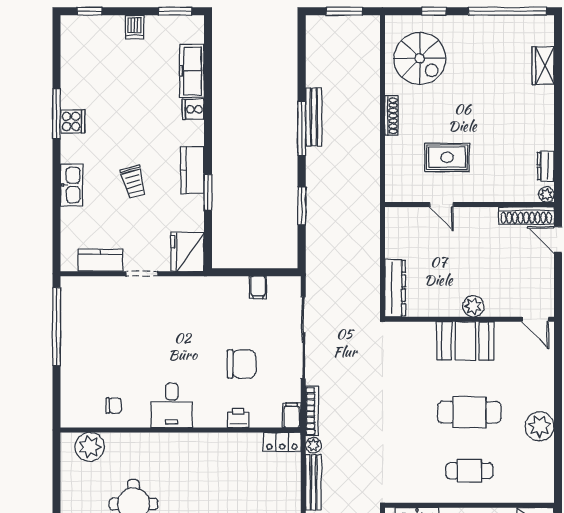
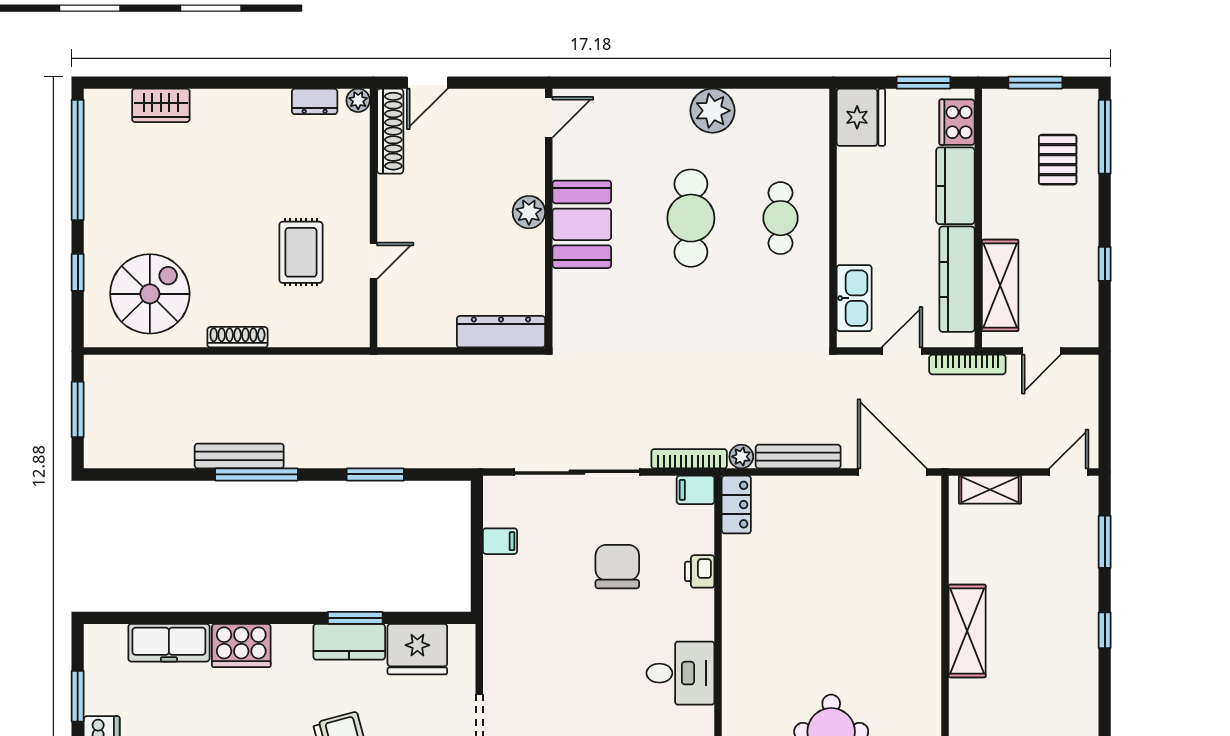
window: (175, 11) -> (78, 696), moved
cooker: (193, 109) -> (241, 646), width x1.87, depth x1.31
kitchen counter: (192, 170) -> (349, 642), moved
fridge: (187, 252) -> (417, 649), moved

